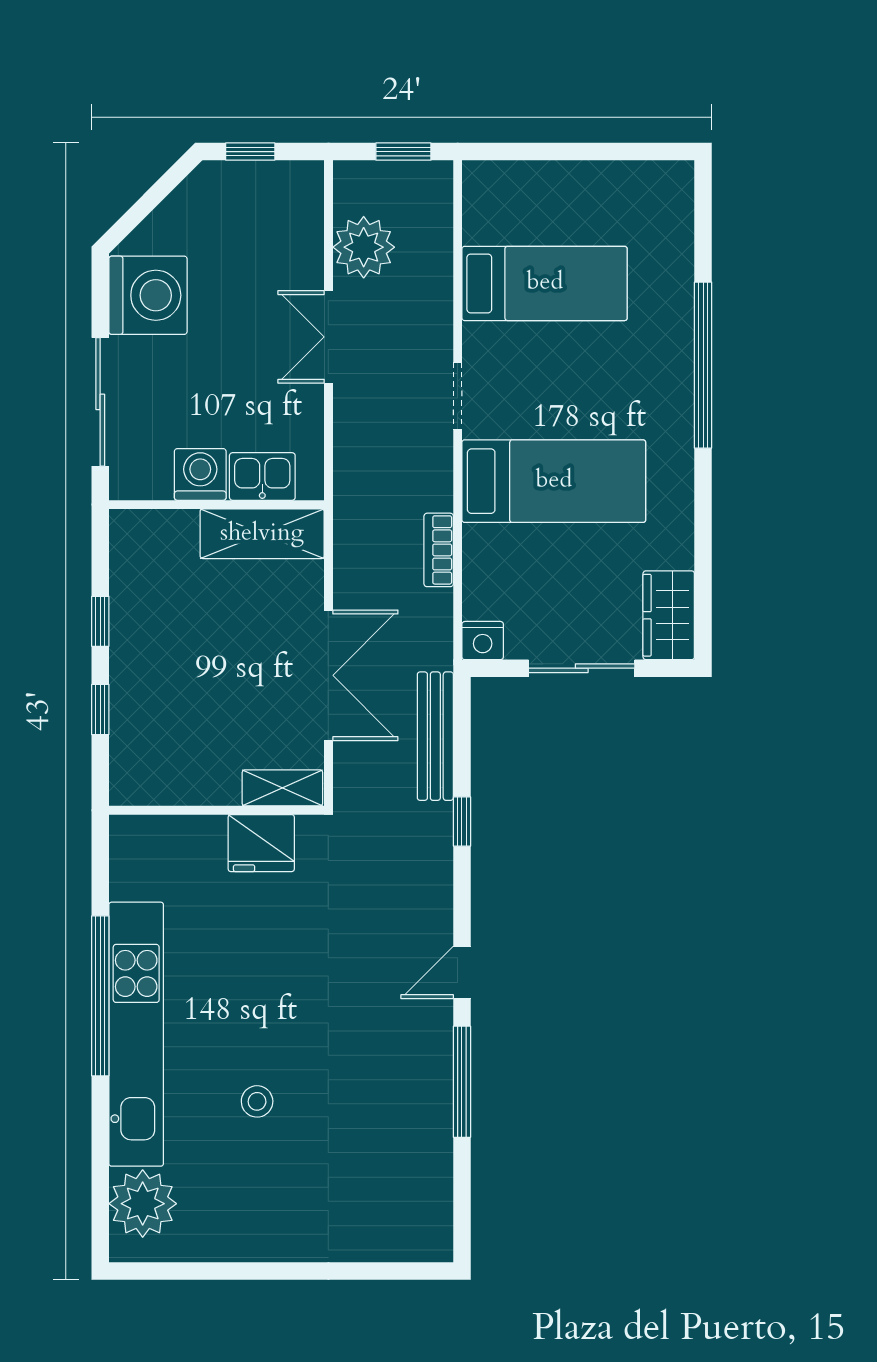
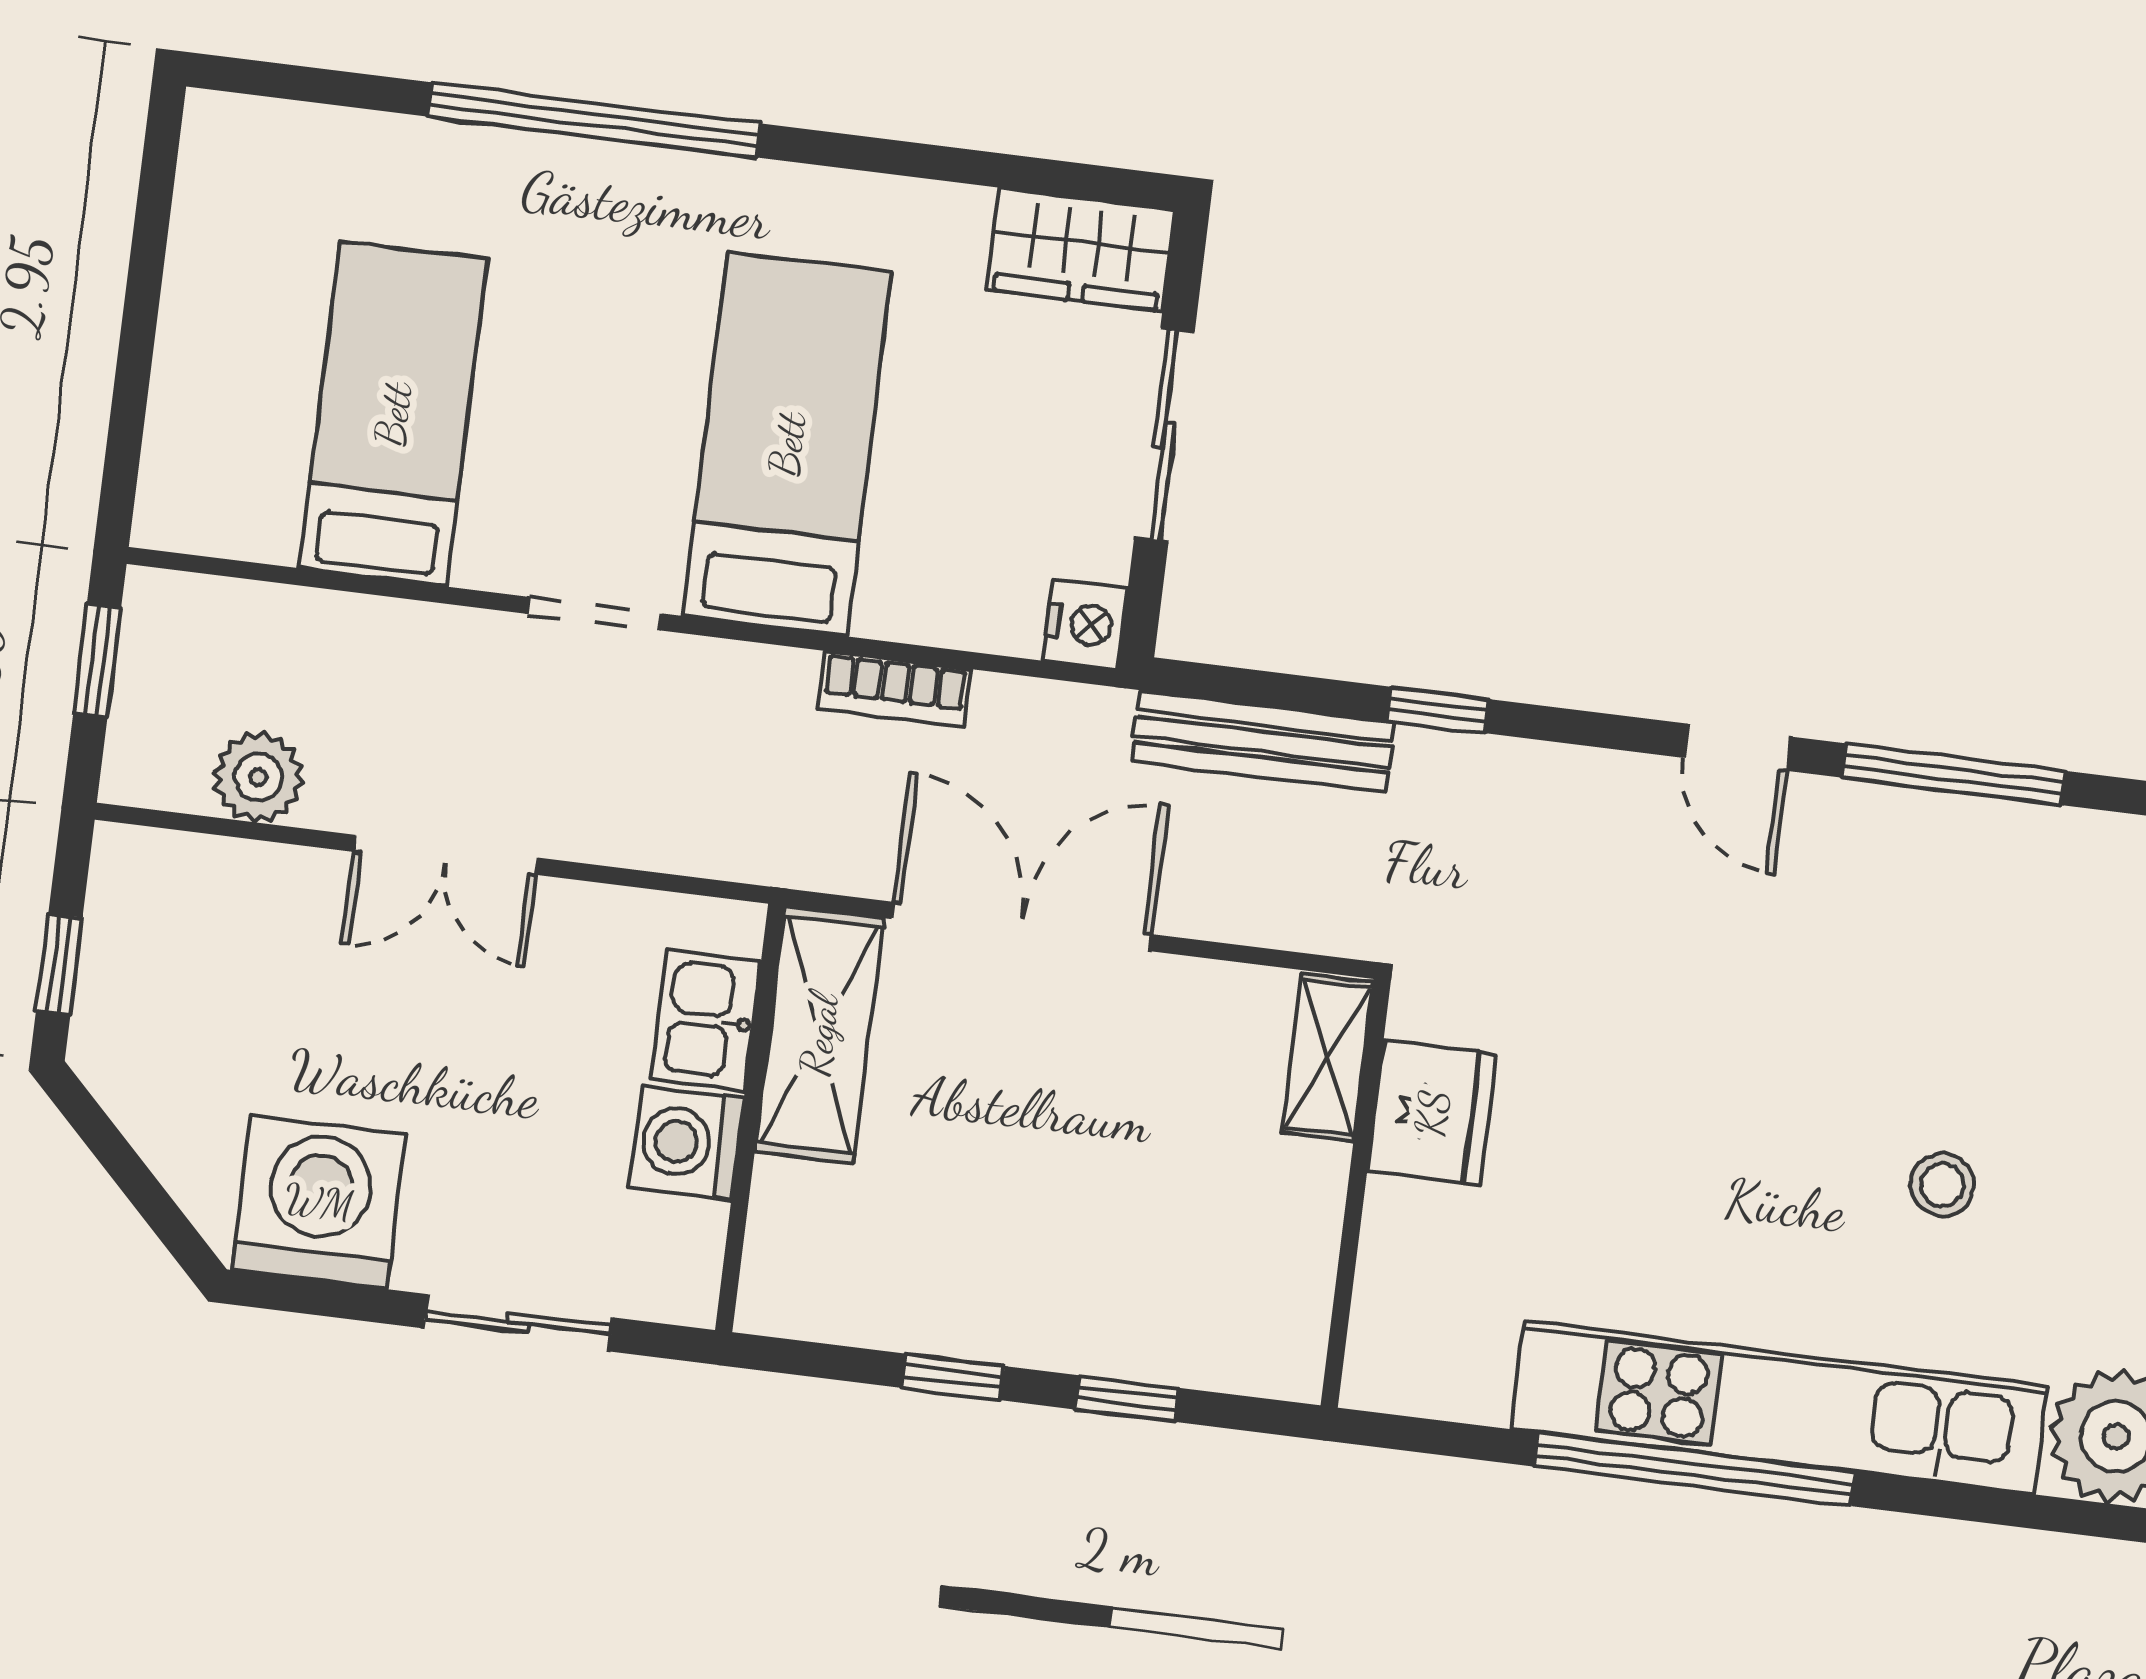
plant: (364, 247) -> (258, 777), width x0.73, depth x0.73
sliding door: (100, 402) -> (518, 1323), width x0.73
double door: (328, 675) -> (1022, 927), moved

